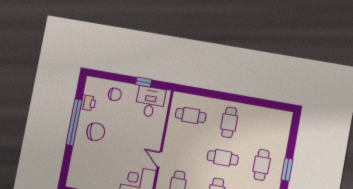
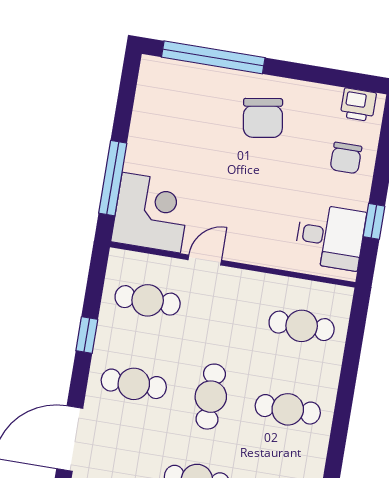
printer: (88, 103) -> (358, 105), moved
cafe table: (191, 115) -> (302, 326), turned 90
window: (74, 122) -> (213, 57), moved

